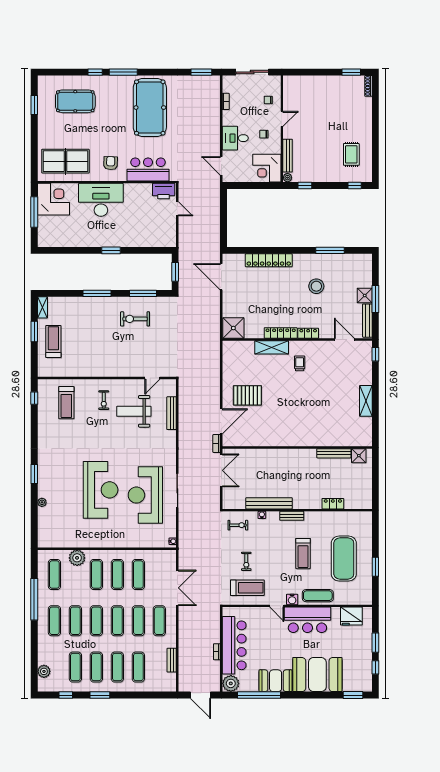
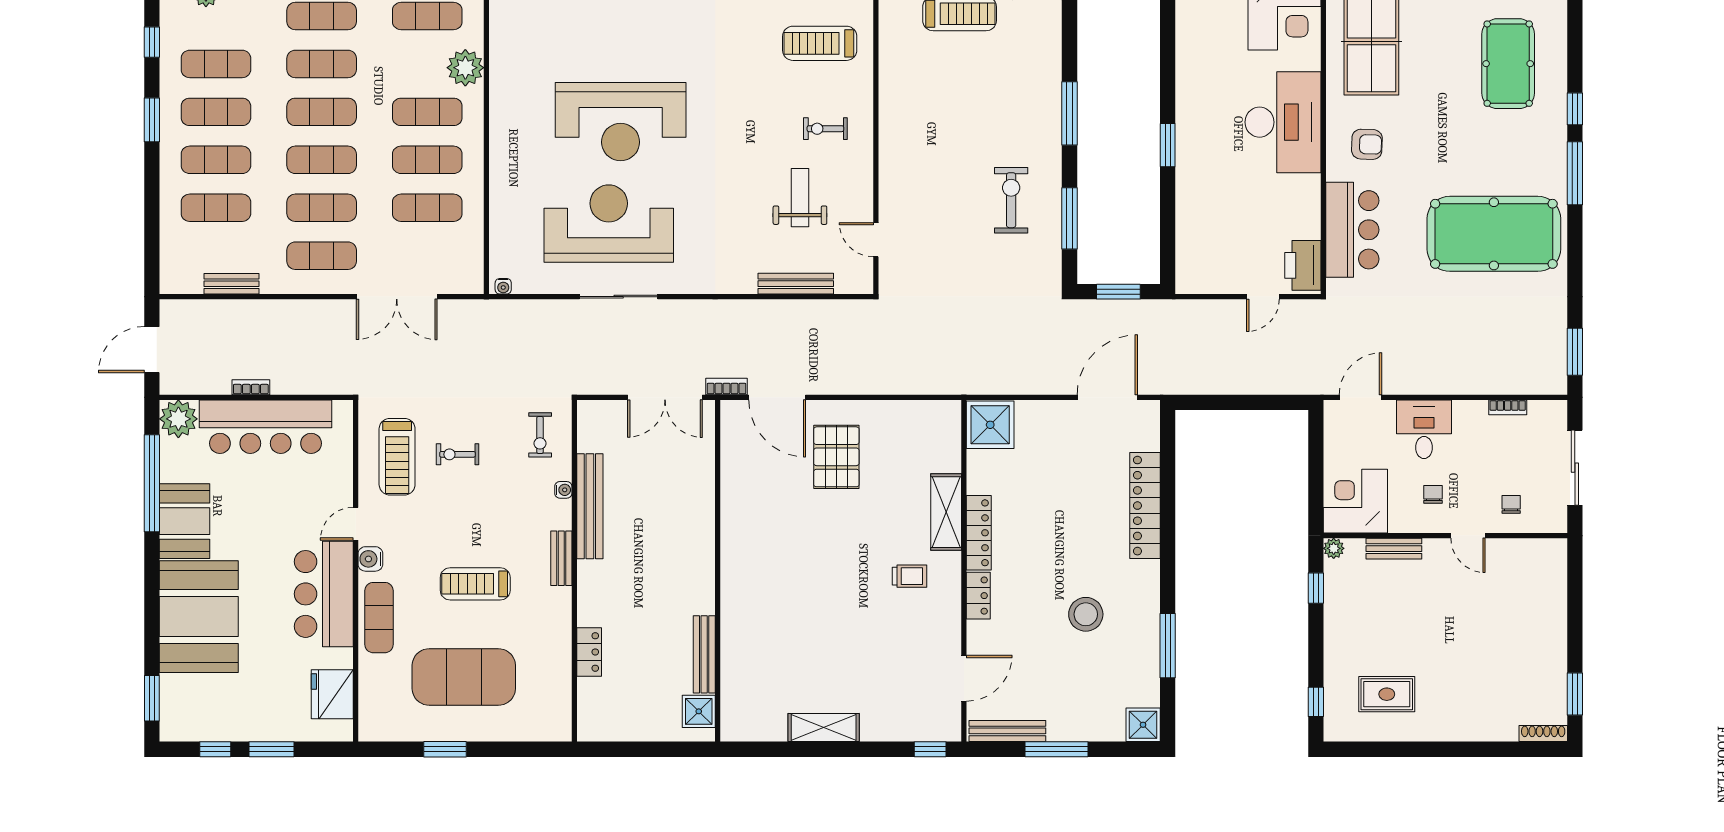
bench: (288, 156) -> (1394, 549), width x0.73
shower: (365, 295) -> (1143, 725), moved
weight bench: (134, 411) -> (800, 198), width x0.73, depth x0.75

